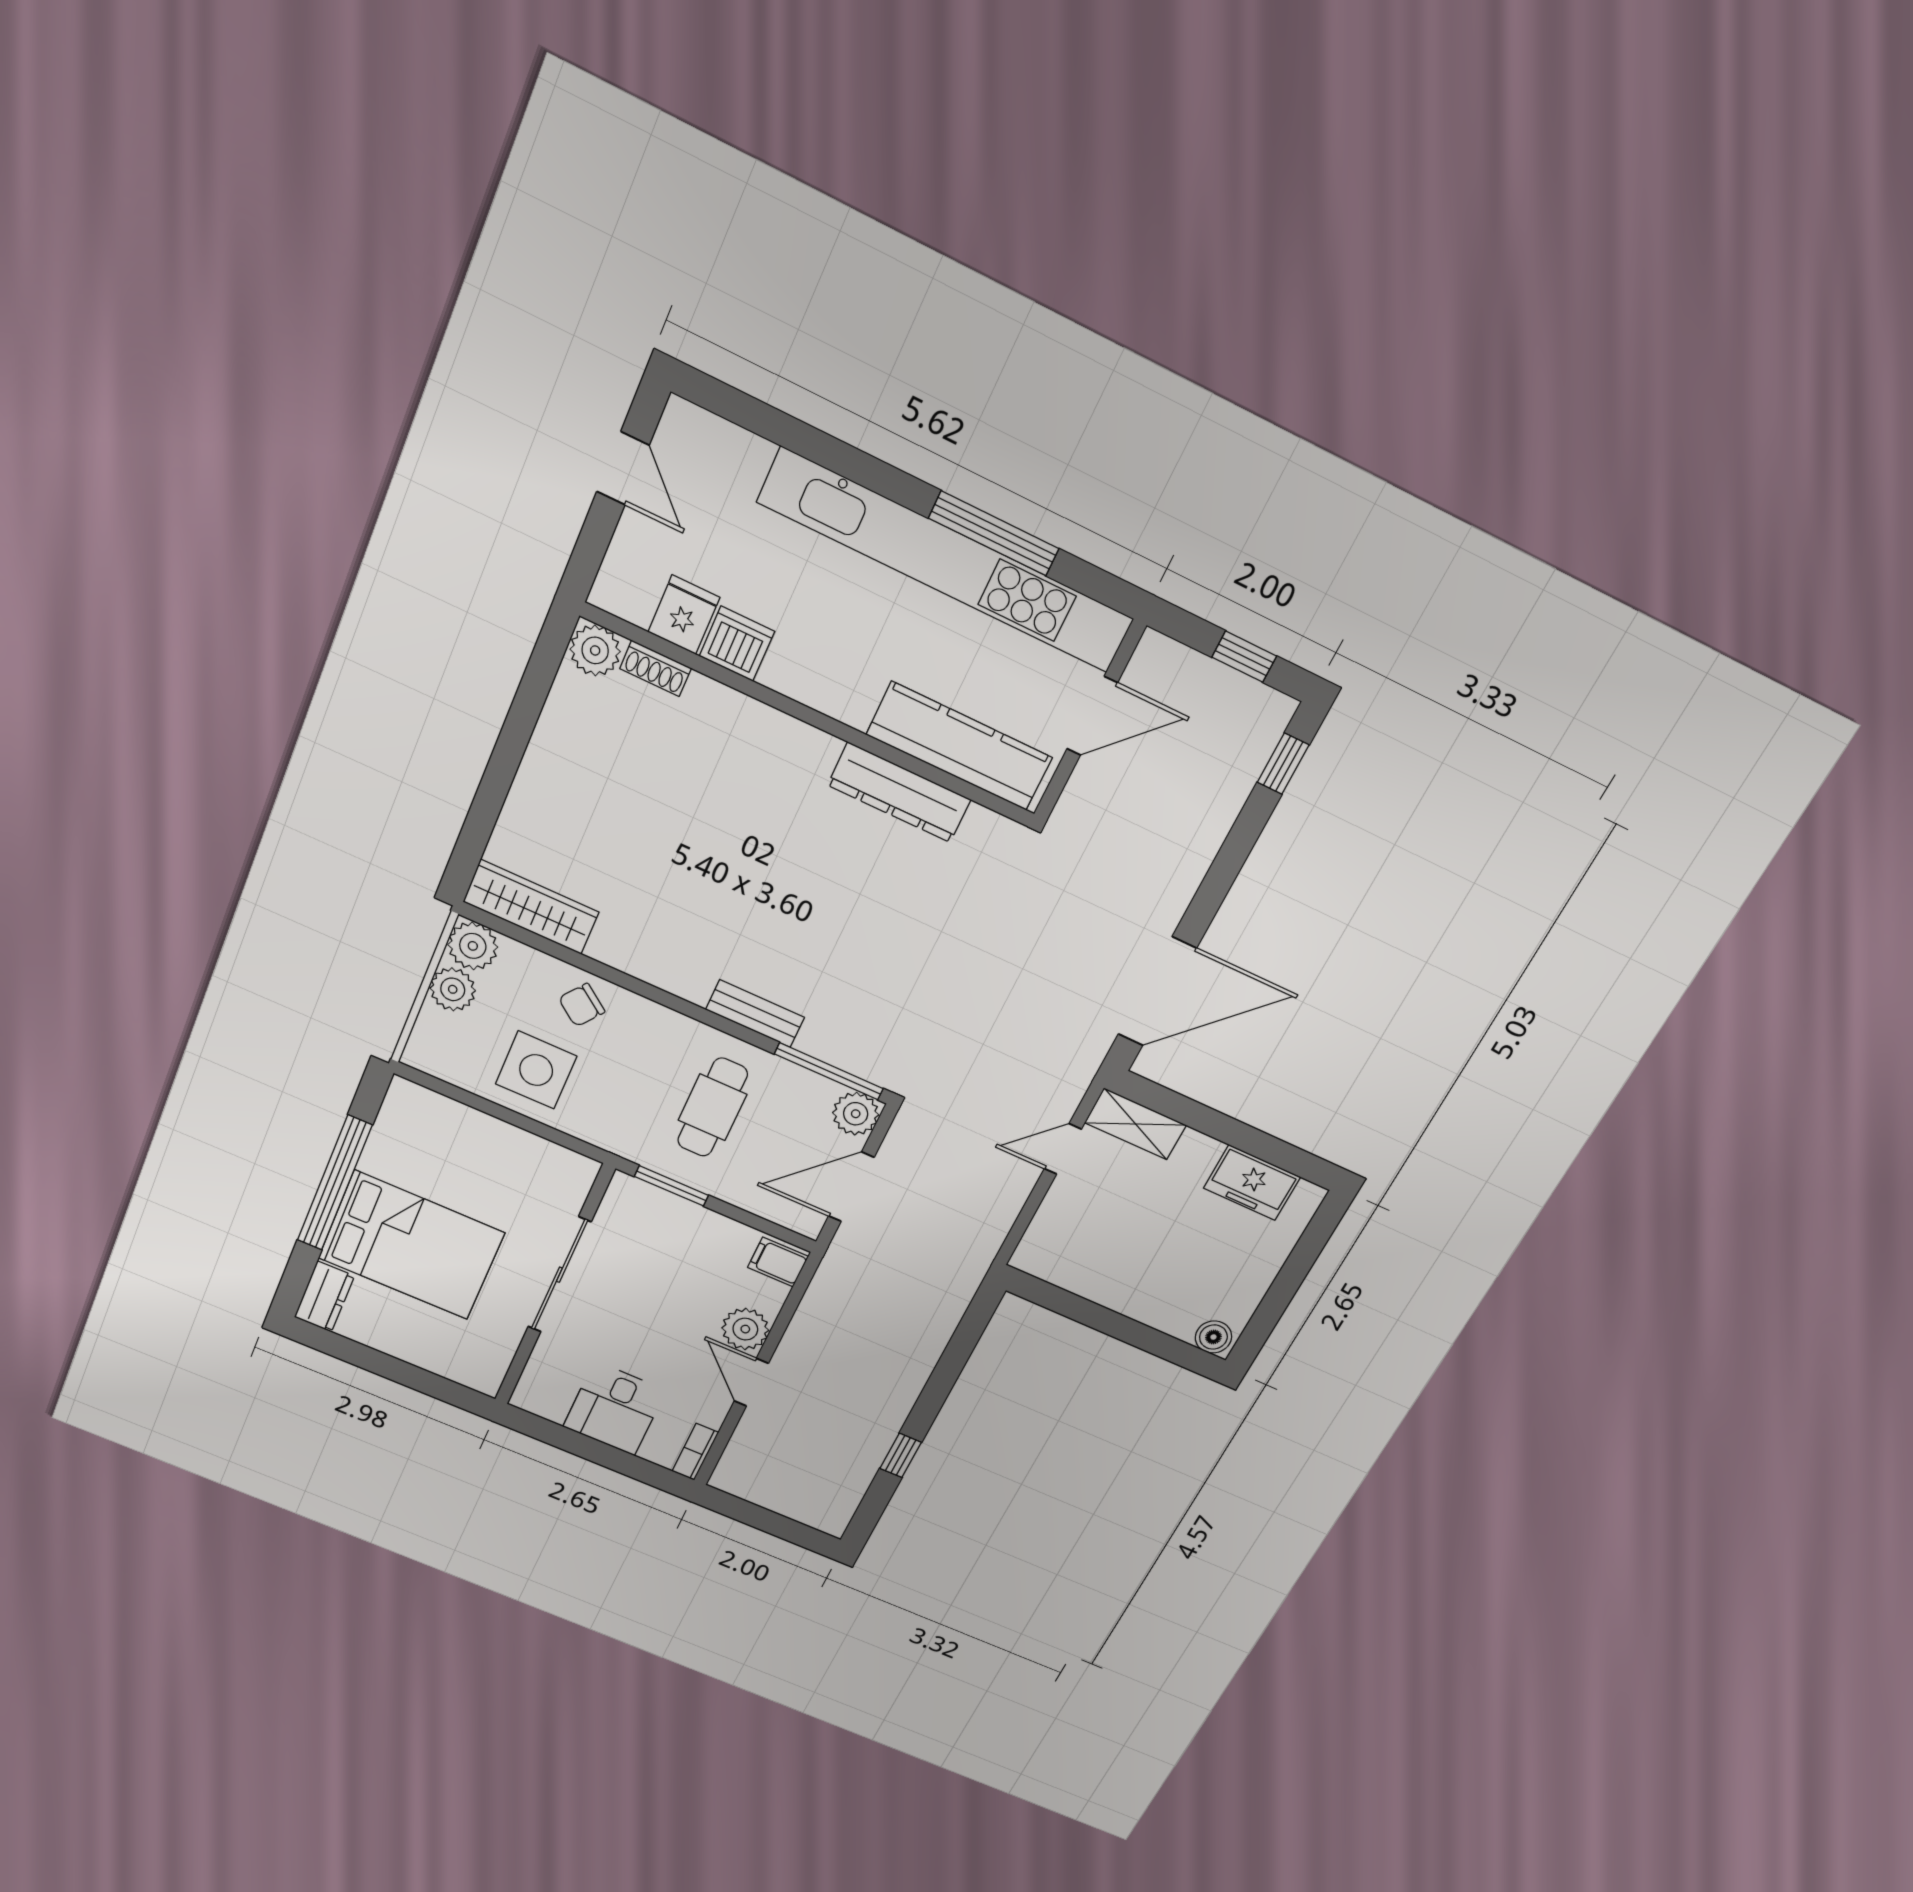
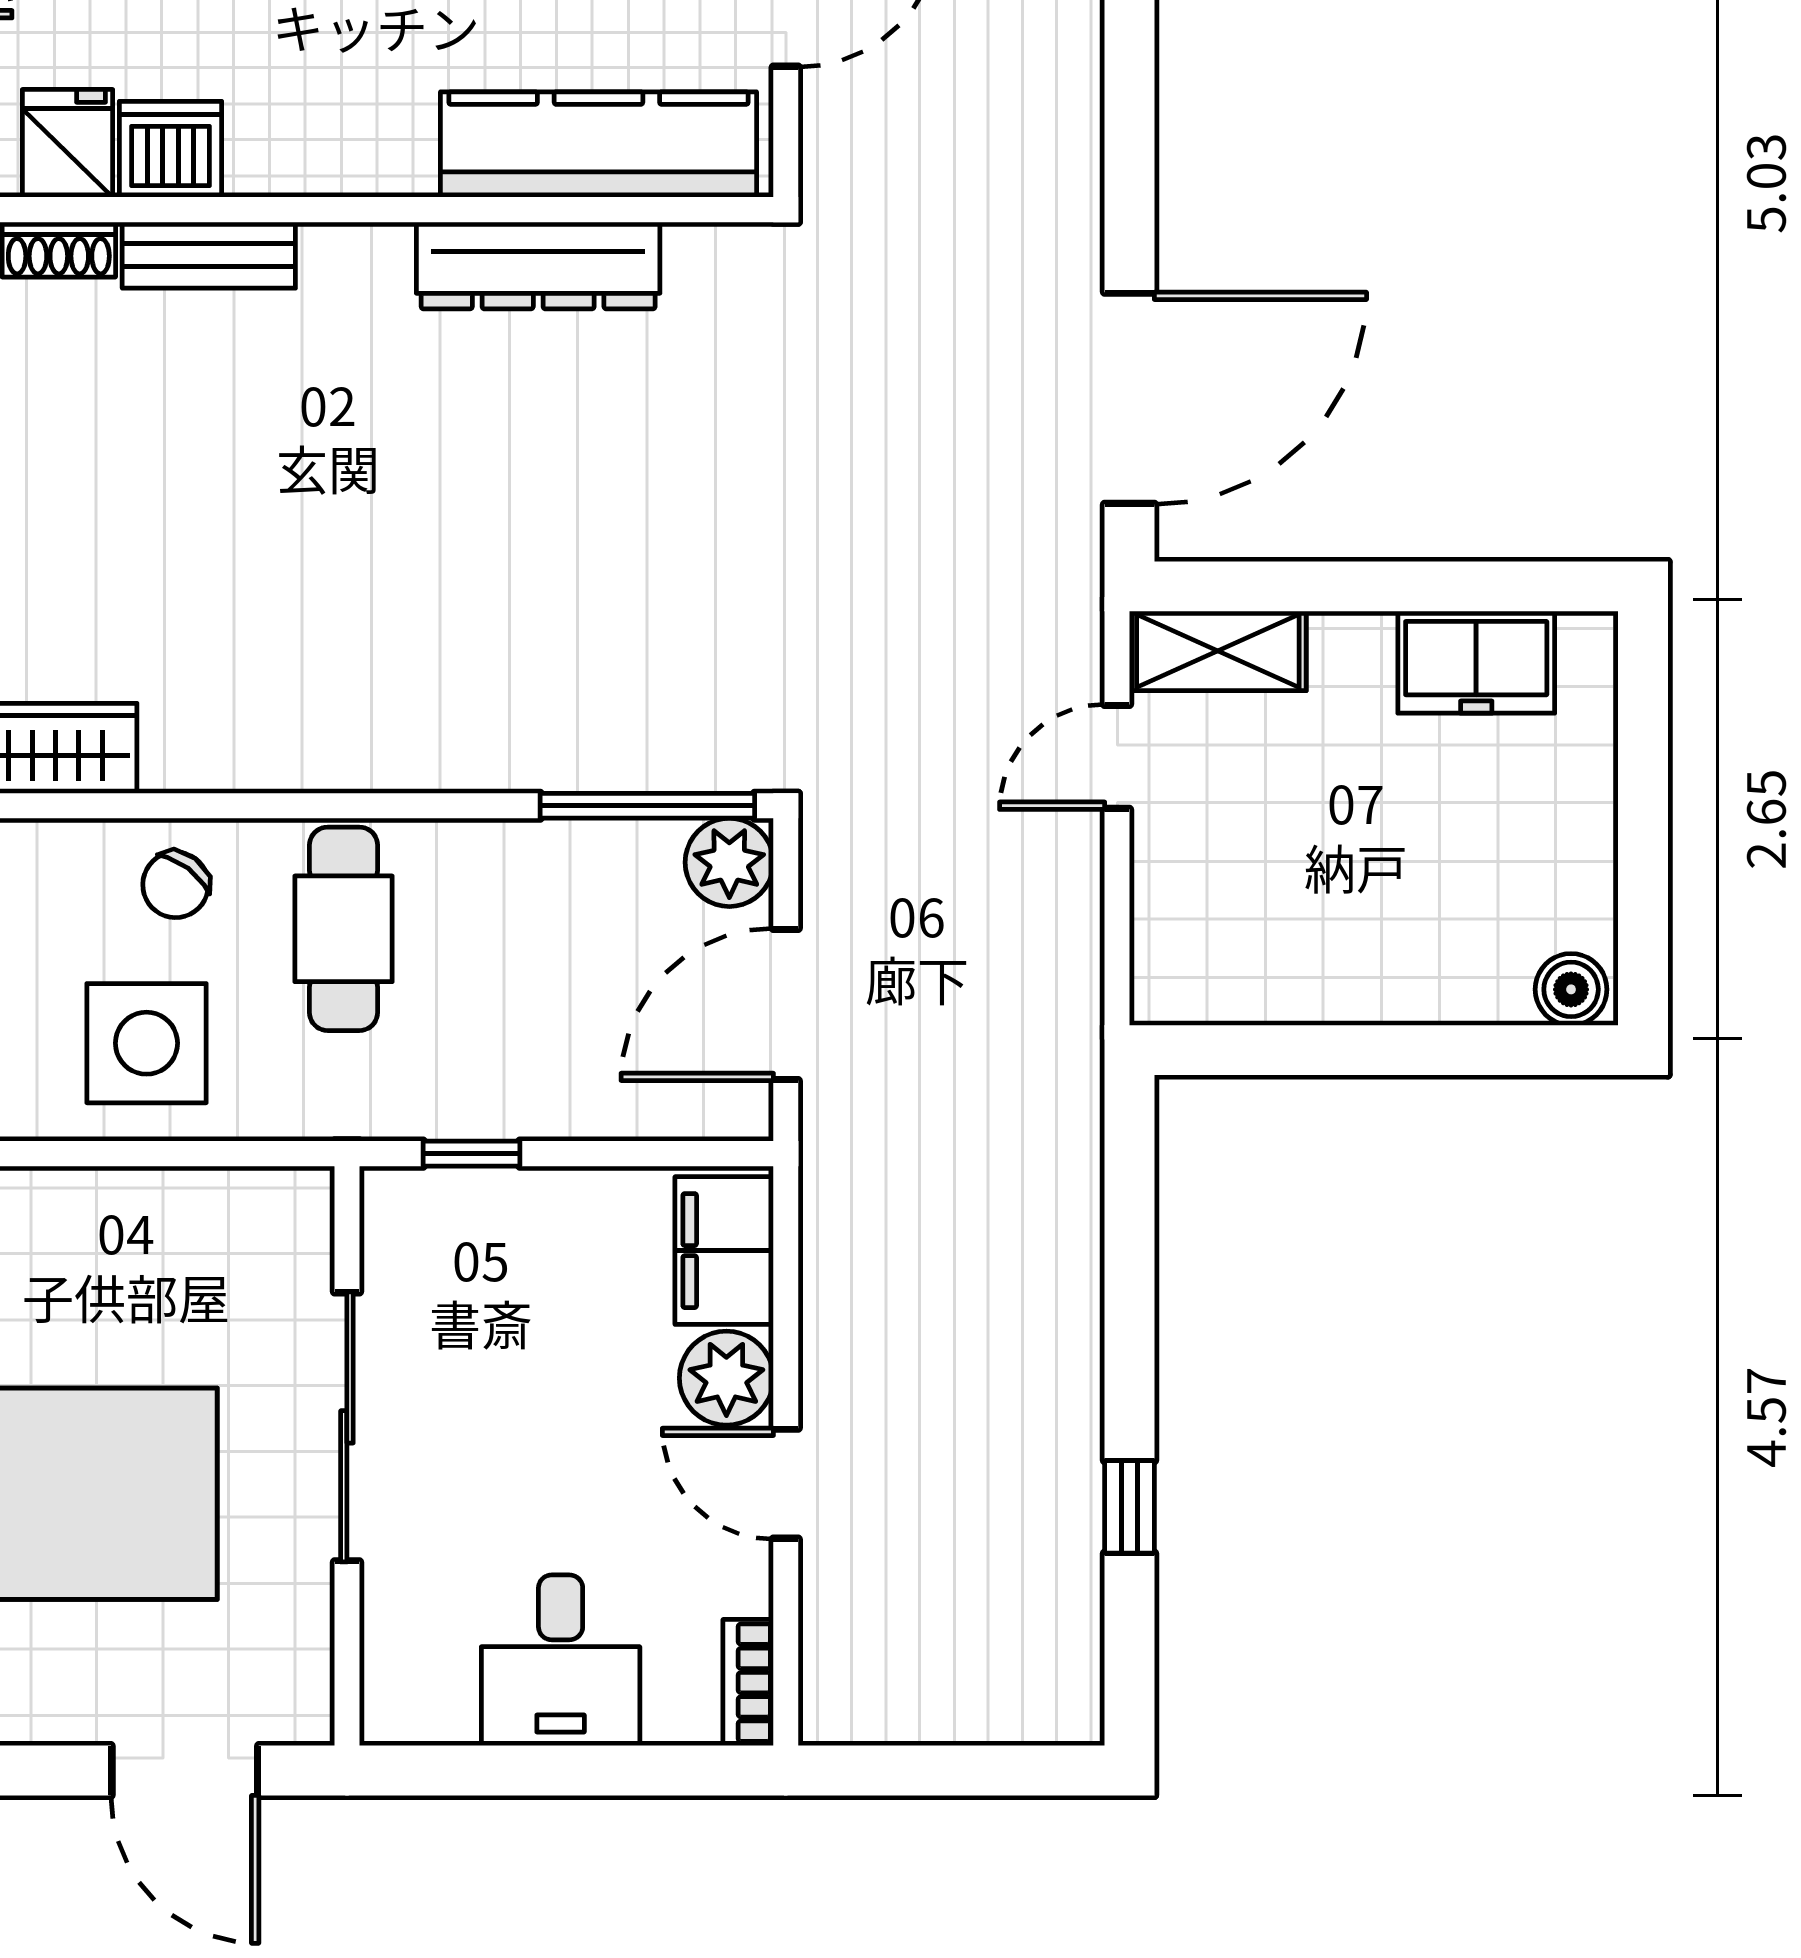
bench: (755, 1014) -> (209, 255), moved
cafe table: (712, 1107) -> (344, 929), moved
window: (671, 1186) -> (472, 1154), width x0.67
filing cabinet: (778, 1262) -> (724, 1251), width x2.00
door: (422, 1381) -> (185, 1771), added

